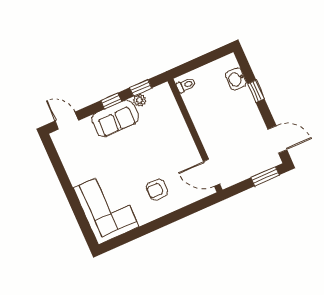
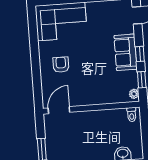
plant: (140, 100) -> (134, 94), moved

